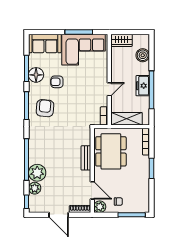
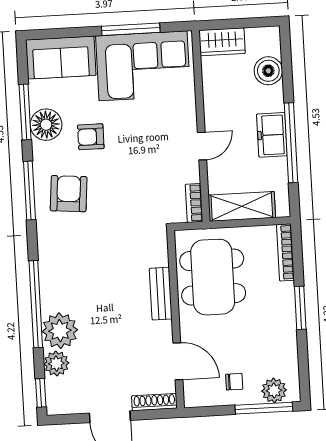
plant: (100, 207) -> (274, 390), moved

